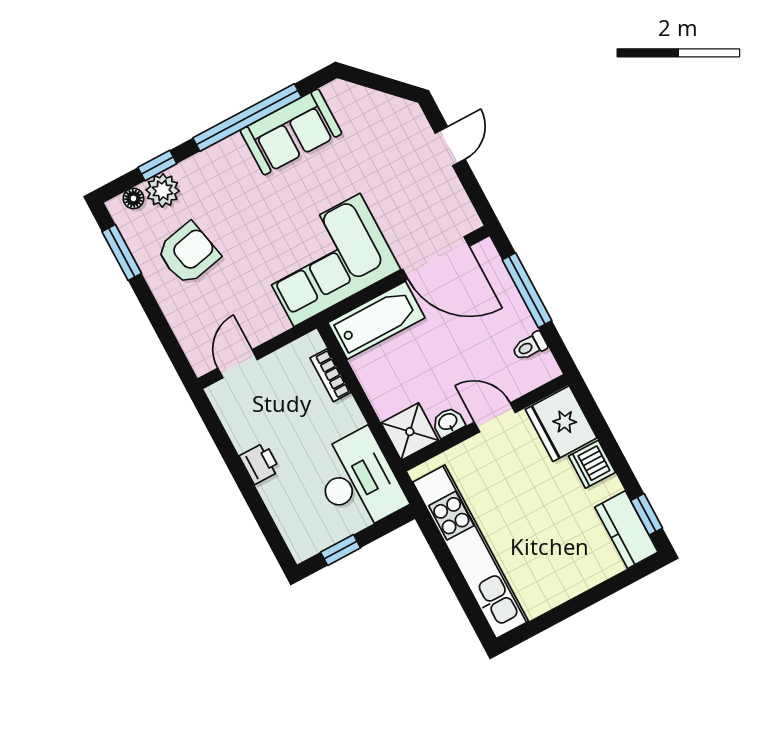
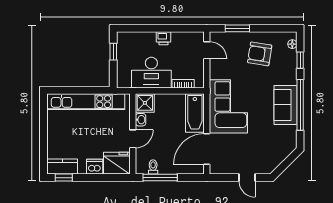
sofa: (291, 132) -> (285, 105), moved
plant: (163, 190) -> (289, 57), removed
window: (122, 252) -> (237, 28), moved
armchair: (188, 254) -> (260, 54), turned 111
window: (527, 290) -> (160, 178), moved
desk: (358, 481) -> (151, 73), moved

